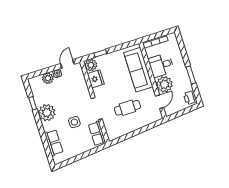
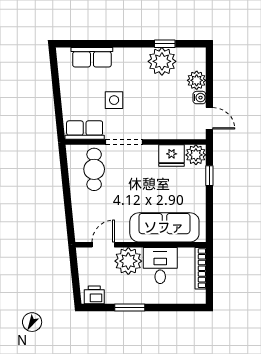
door: (160, 102) -> (103, 245), swing flipped
cafe table: (127, 108) -> (94, 169), moved
plant: (47, 113) -> (162, 61), moved

